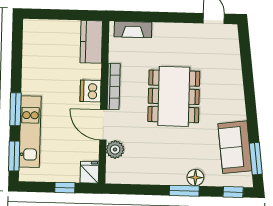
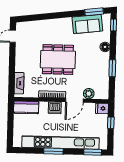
window: (15, 109) -> (53, 151), moved
kitchen unit: (30, 132) -> (61, 142), width x1.86
window: (184, 191) -> (112, 68), moved

